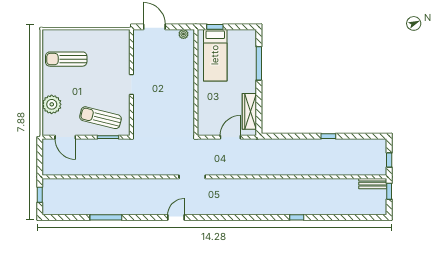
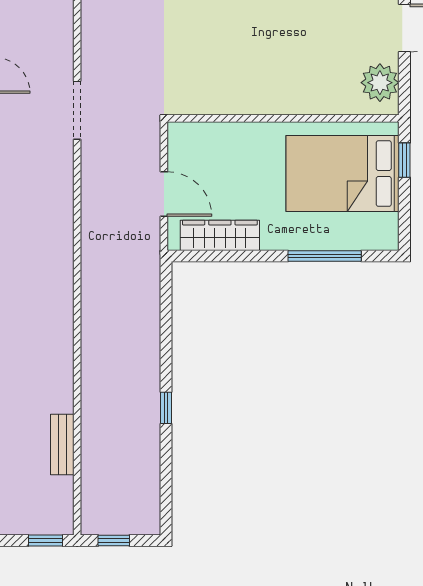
plant: (183, 34) -> (380, 83), width x1.87, depth x1.87
bed: (215, 55) -> (343, 174), width x1.50
bench: (373, 184) -> (62, 444), moved

